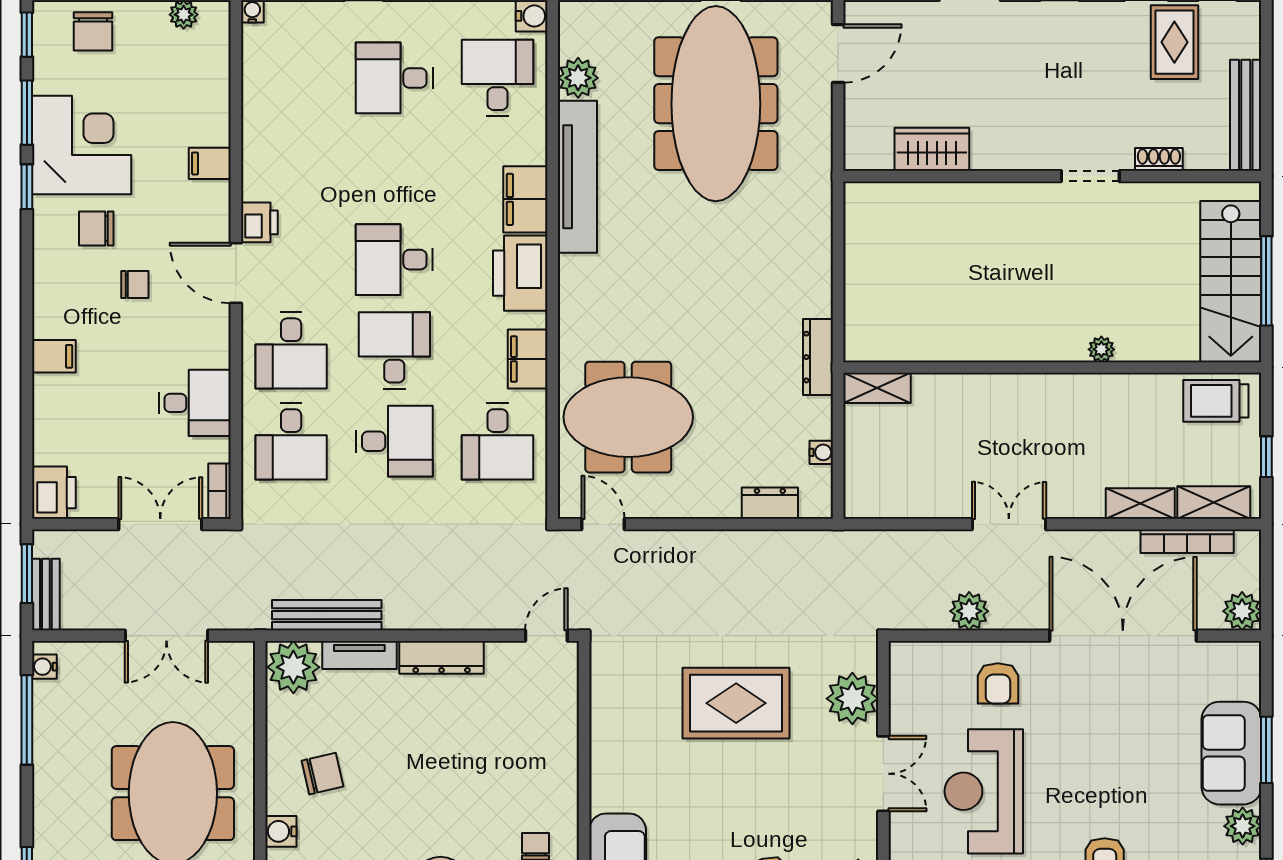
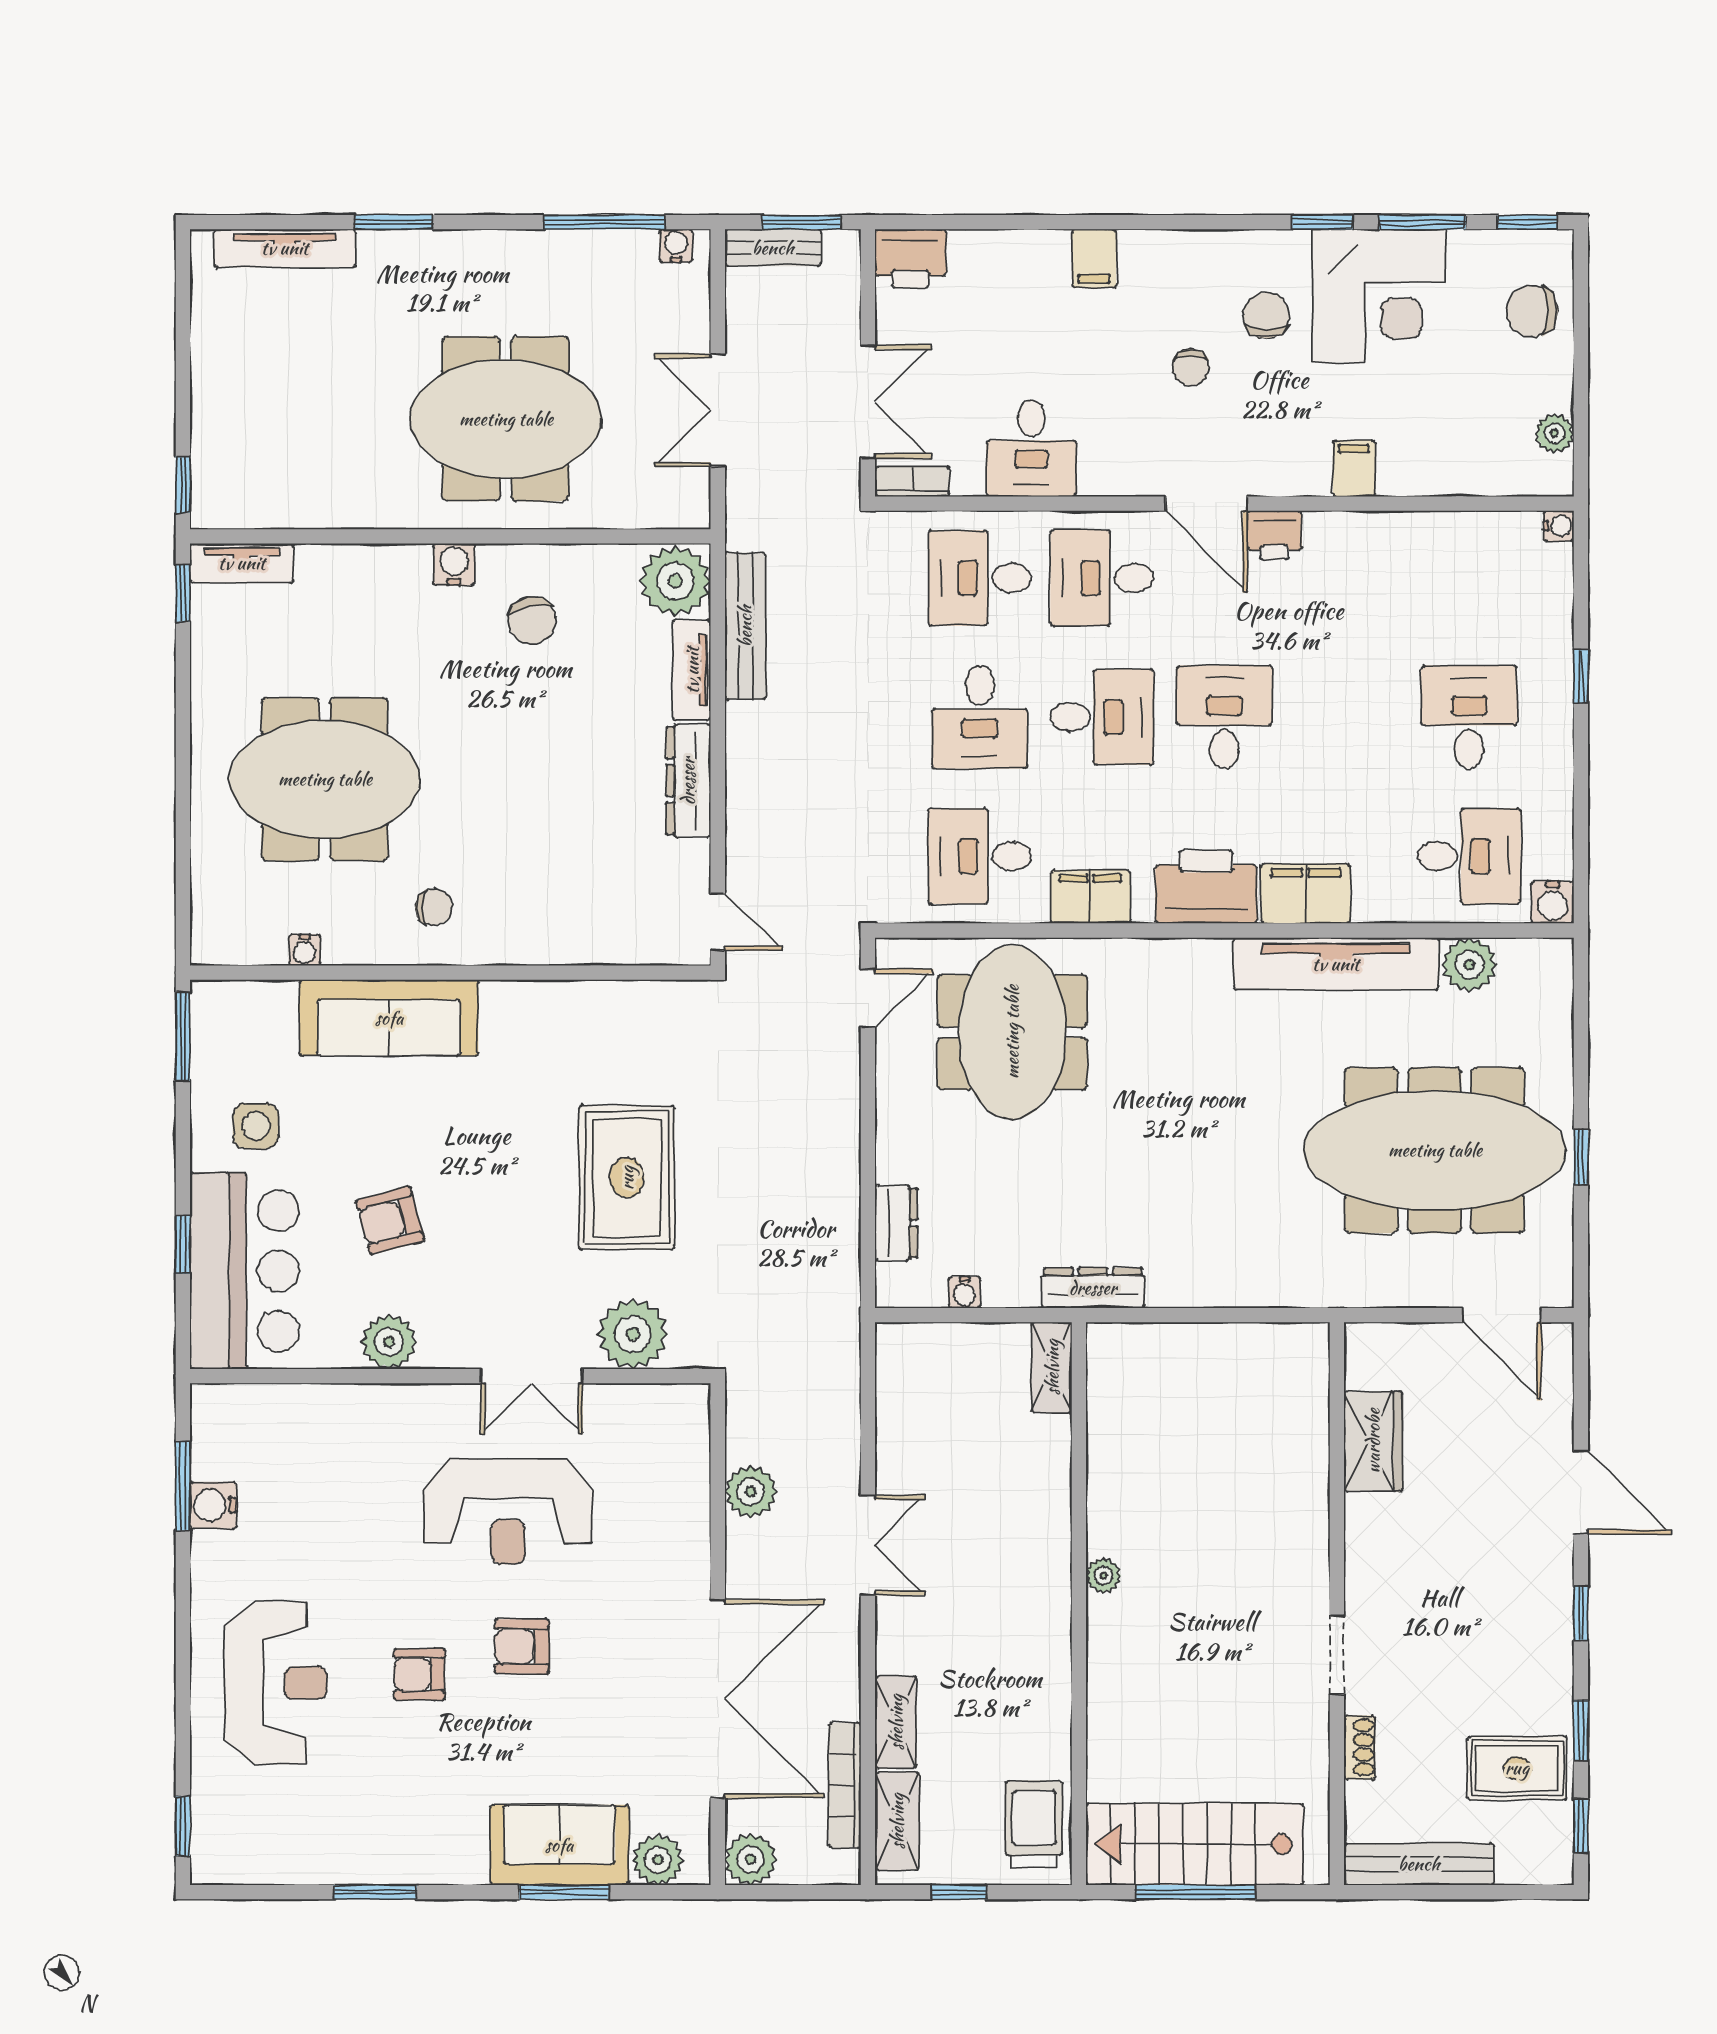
door: (236, 273) -> (1206, 504), swing flipped
plant: (1101, 349) -> (1103, 1576), moved
armchair: (998, 683) -> (522, 1646), moved
reception desk: (984, 791) -> (508, 1511), turned 180
plant: (1243, 826) -> (658, 1860), moved

